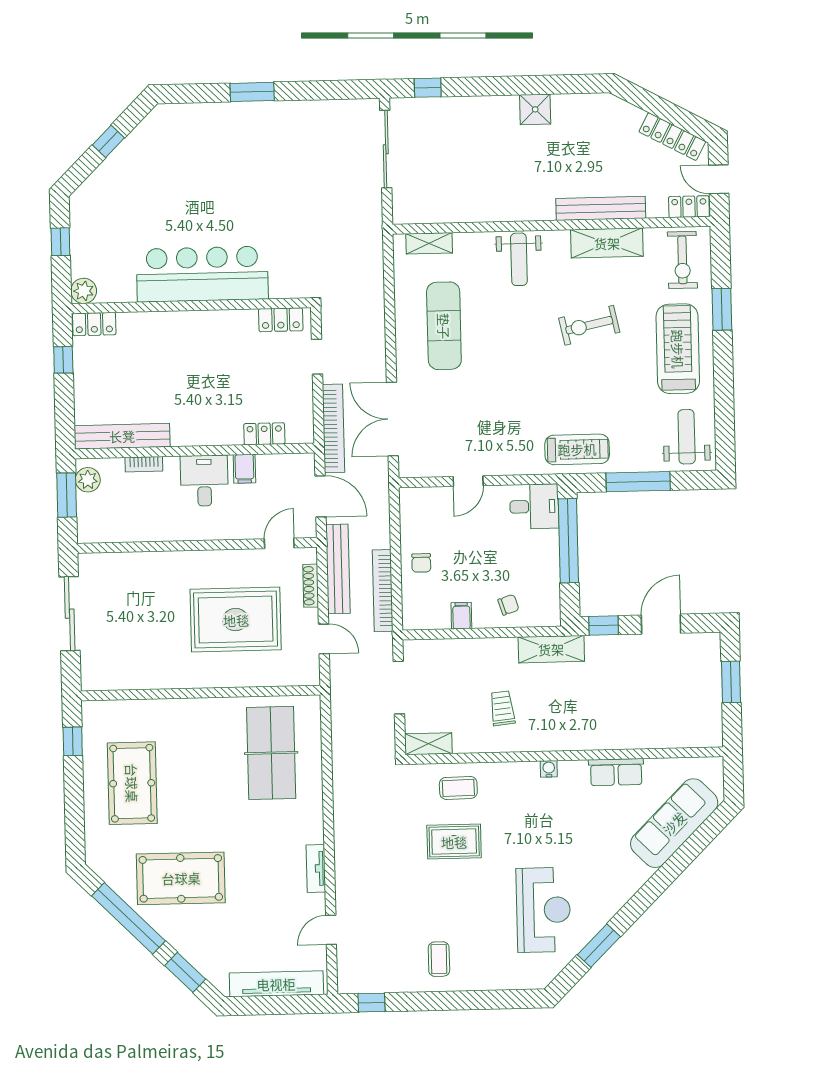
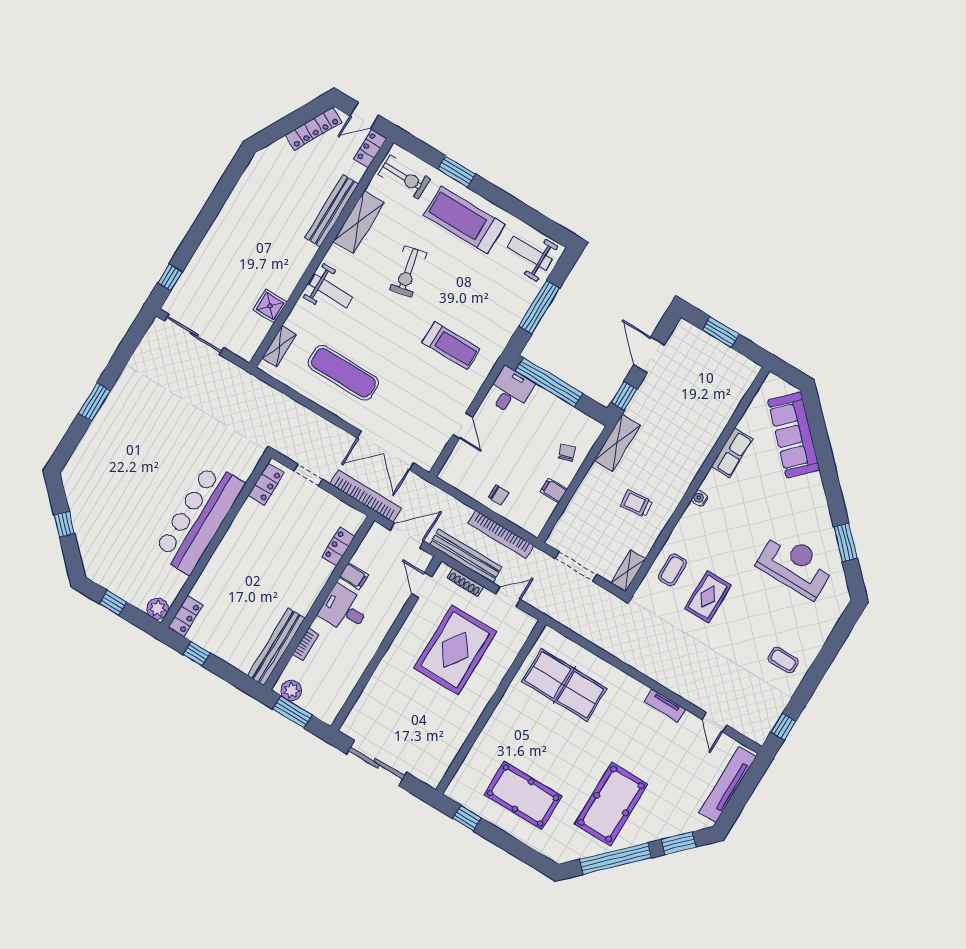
shower: (535, 109) -> (270, 306), moved
treadmill: (577, 449) -> (451, 346), moved, turned 90

